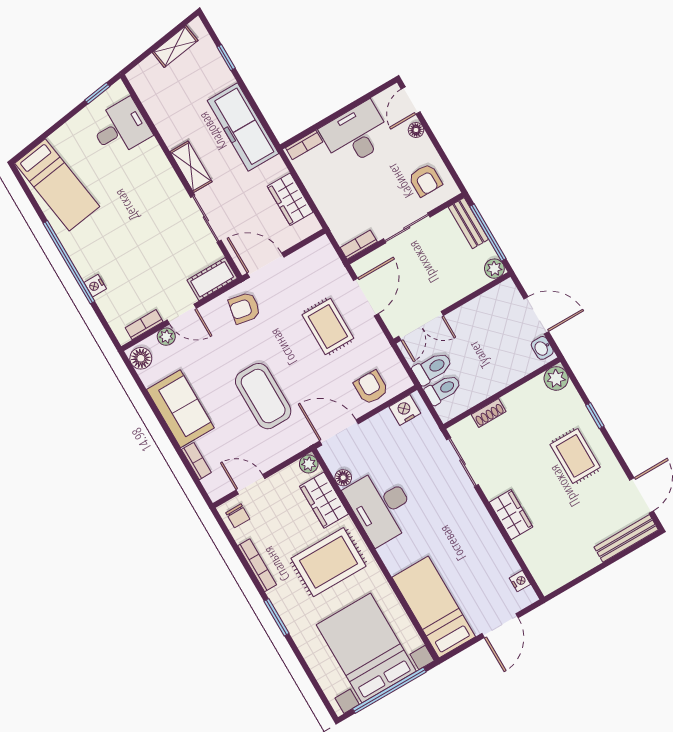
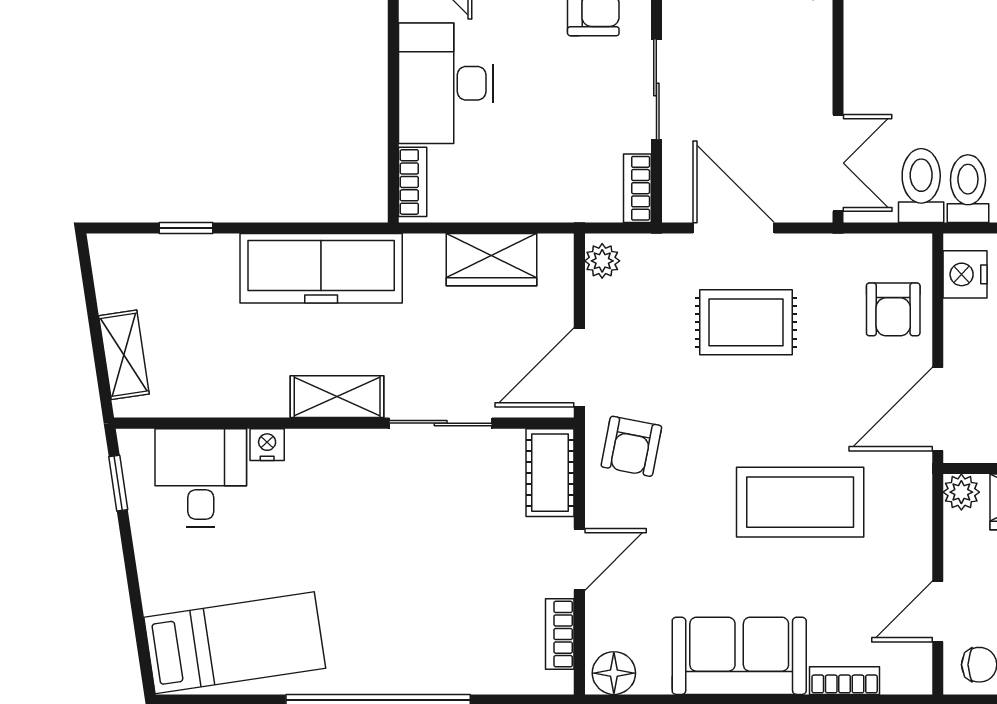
shelving: (175, 46) -> (124, 355), moved
nightstand: (95, 286) -> (267, 445), moved, turned 180
plant: (166, 337) -> (602, 261), moved
armchair: (371, 387) -> (893, 309), turned -90

